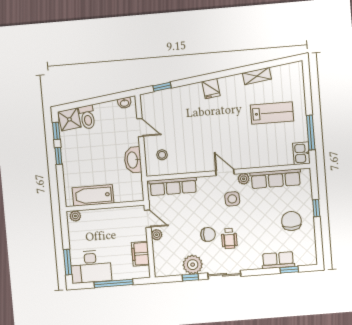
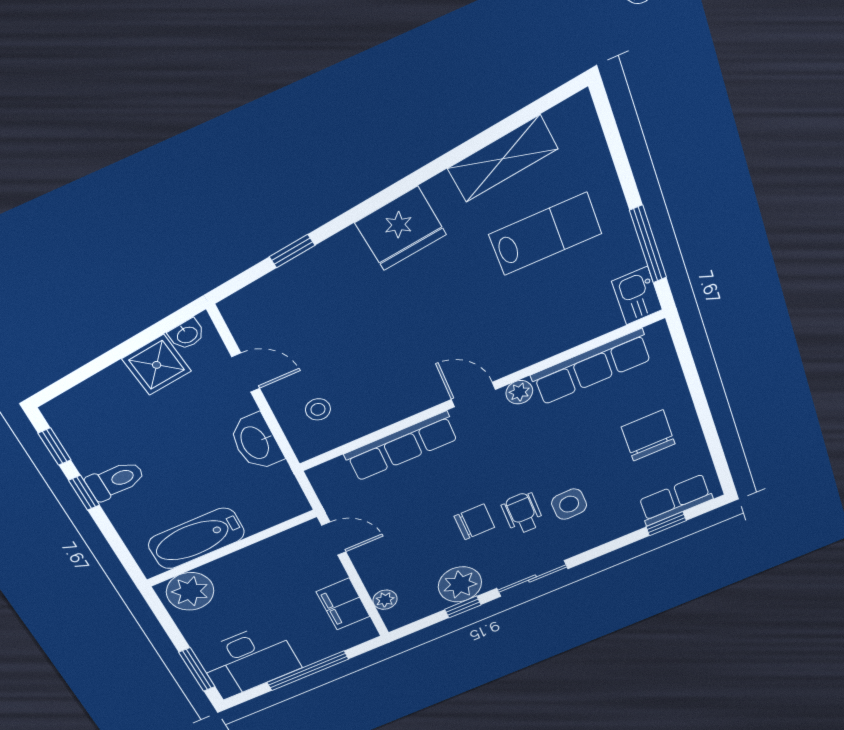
shelving: (257, 76) -> (503, 159), width x1.50, depth x1.33
window: (162, 87) -> (292, 251), moved
fridge: (211, 89) -> (401, 229), width x1.88, depth x1.34
toilet: (87, 117) -> (116, 480), moved, turned -83
shower: (69, 119) -> (157, 365), moved
row of seats: (173, 186) -> (401, 446), moved
side table: (232, 199) -> (569, 504), moved
window: (316, 208) -> (697, 393), removed
plant: (75, 216) -> (190, 591), width x1.87, depth x1.87
plant: (157, 235) -> (385, 600), moved
wheelchair: (229, 238) -> (522, 513), turned 180
row of seats: (278, 260) -> (675, 500), moved

